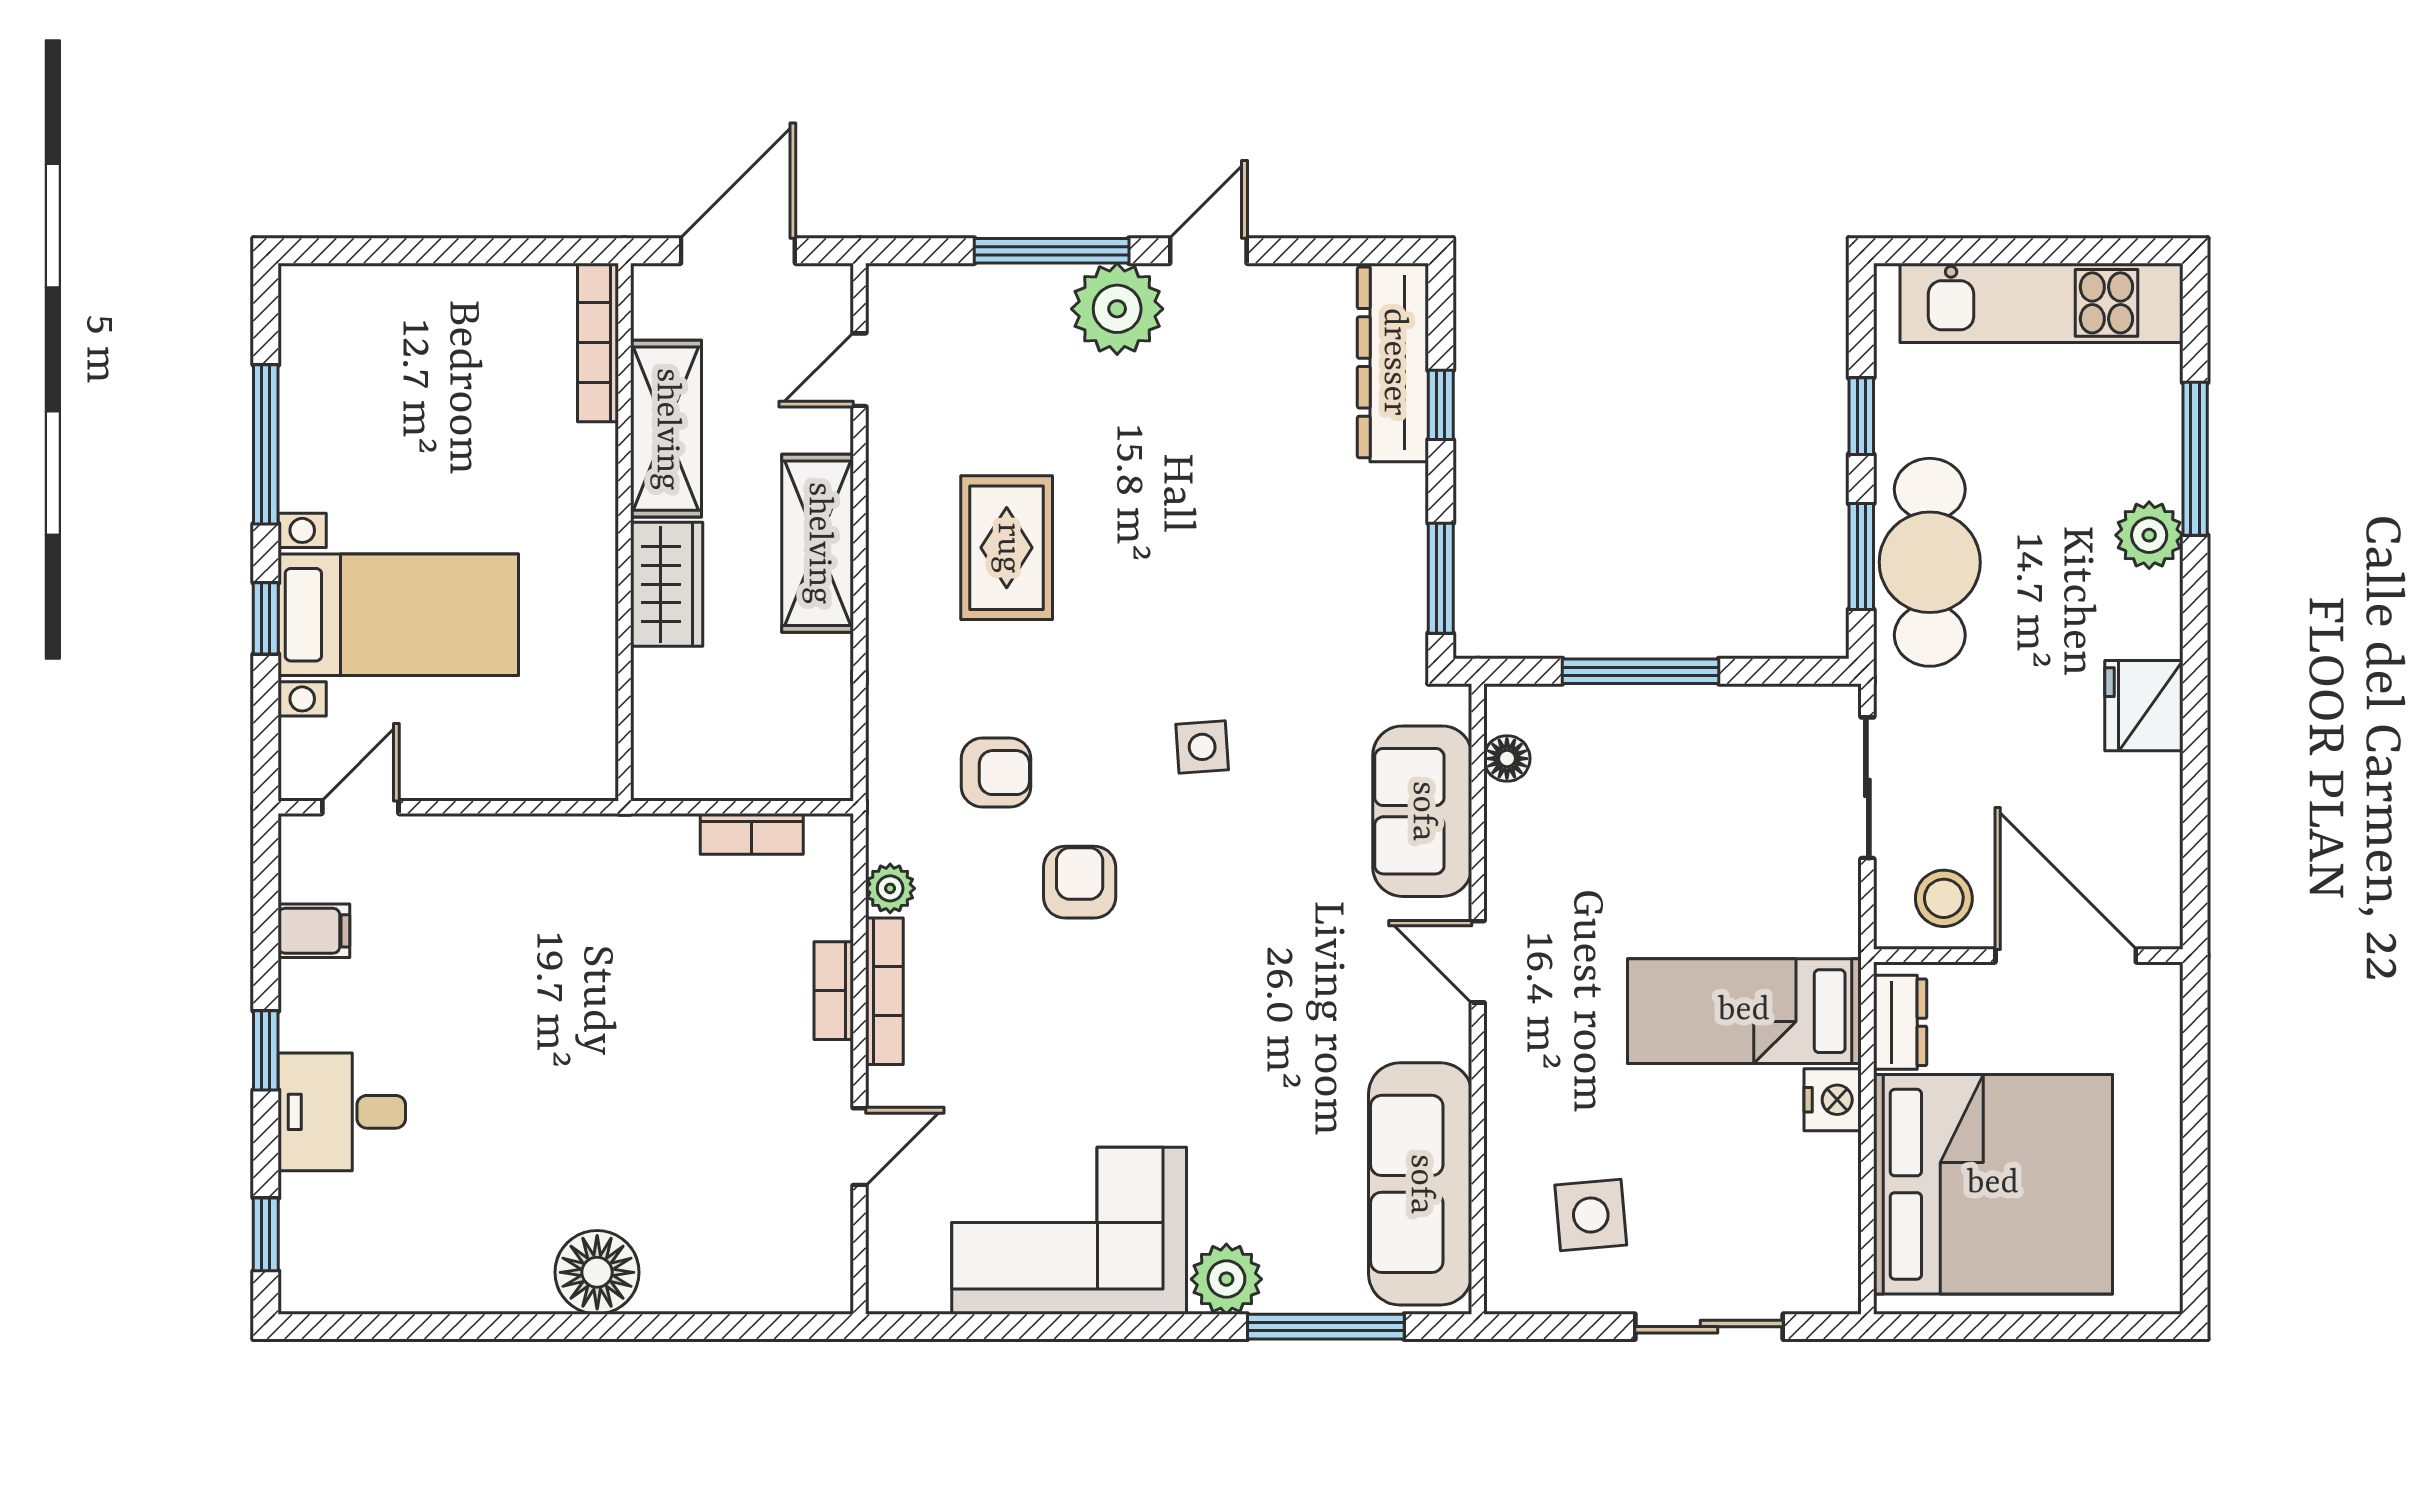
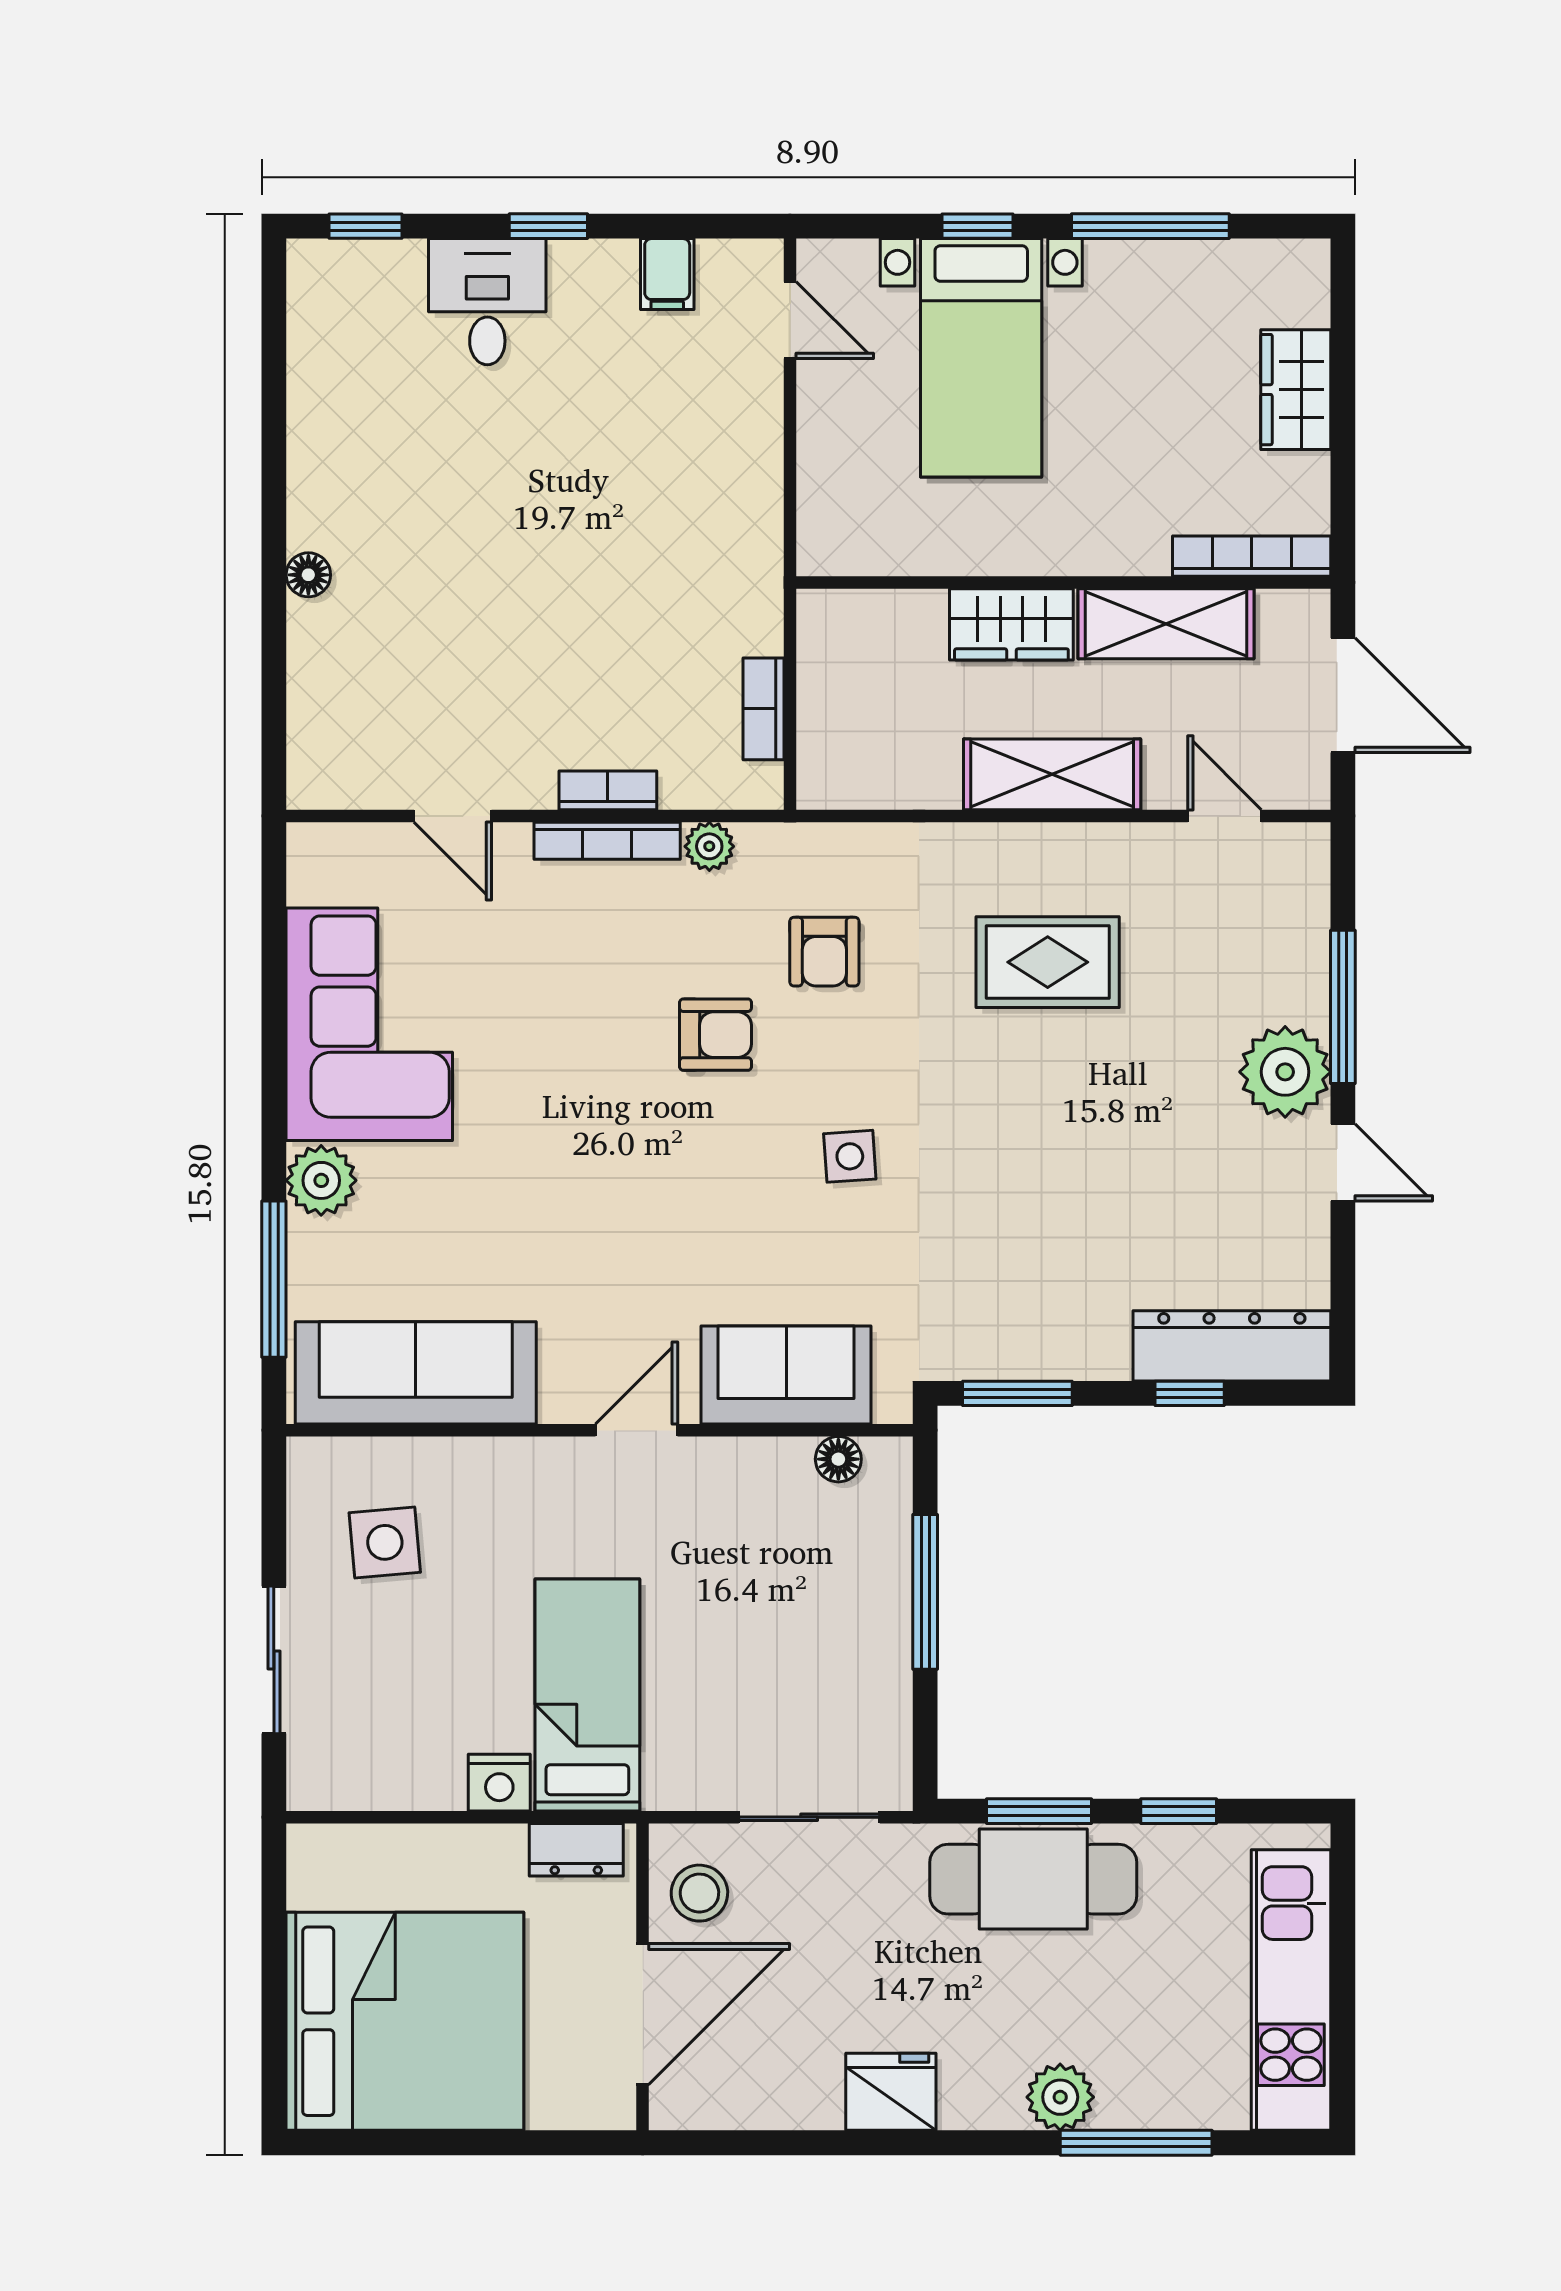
wardrobe: (430, 298) -> (1296, 390), added
bed: (1993, 1184) -> (405, 2021), moved, turned -90
floor lamp: (597, 1272) -> (308, 575), width x0.53, depth x0.53

